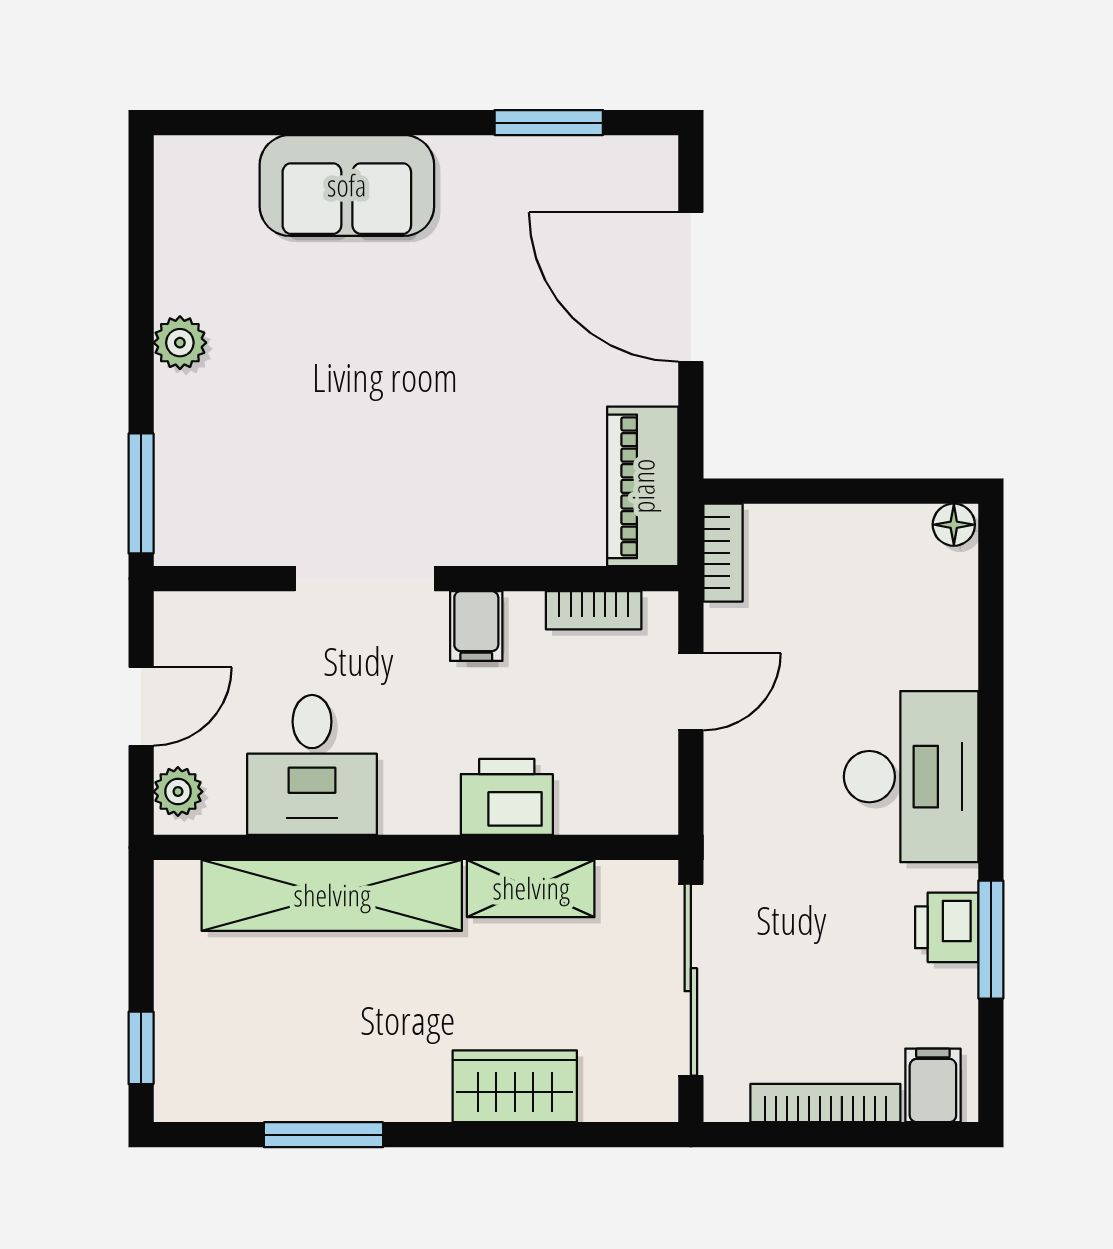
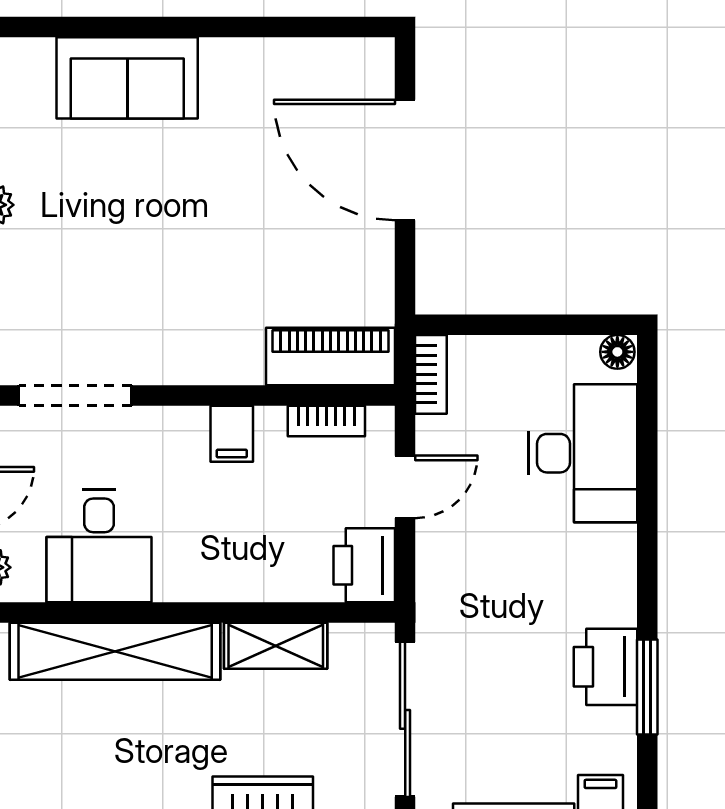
window: (549, 123) -> (290, 27), removed
piano: (643, 486) -> (330, 357), moved, turned 90
doorway: (365, 579) -> (75, 395), moved
desk: (911, 777) -> (583, 453), moved
printer: (507, 797) -> (364, 565), moved, turned -90
printer: (947, 927) -> (605, 667), width x1.36, depth x1.24

